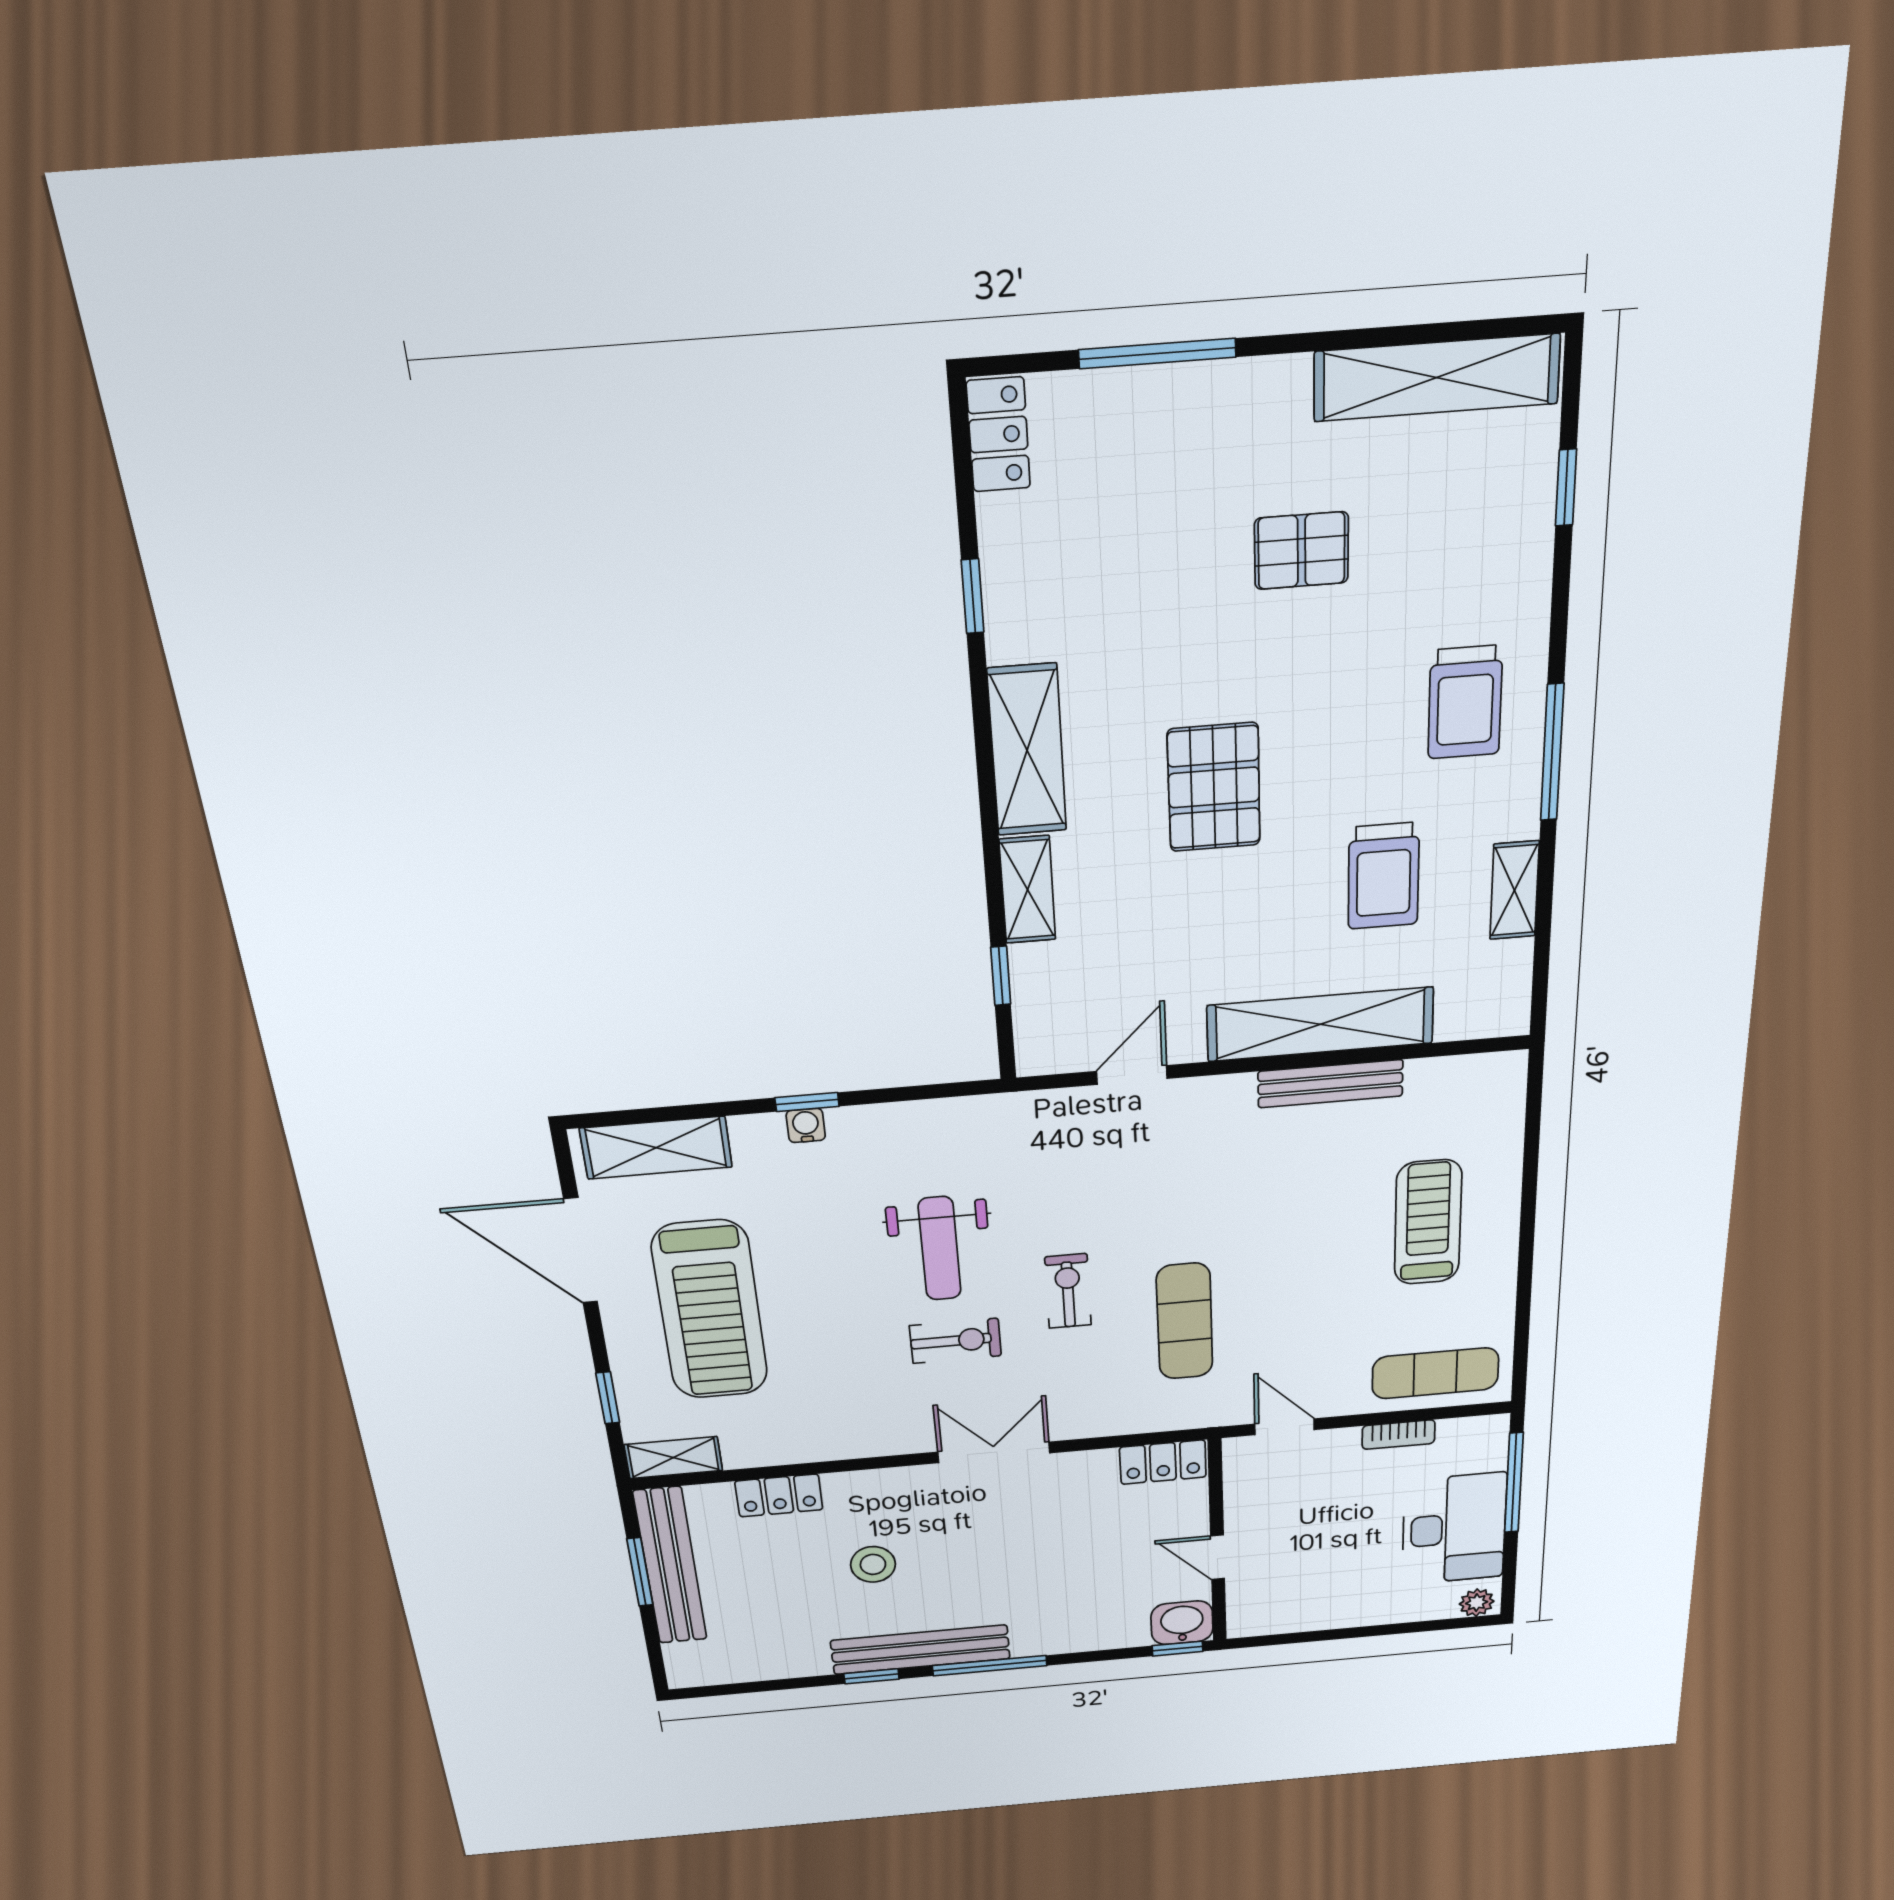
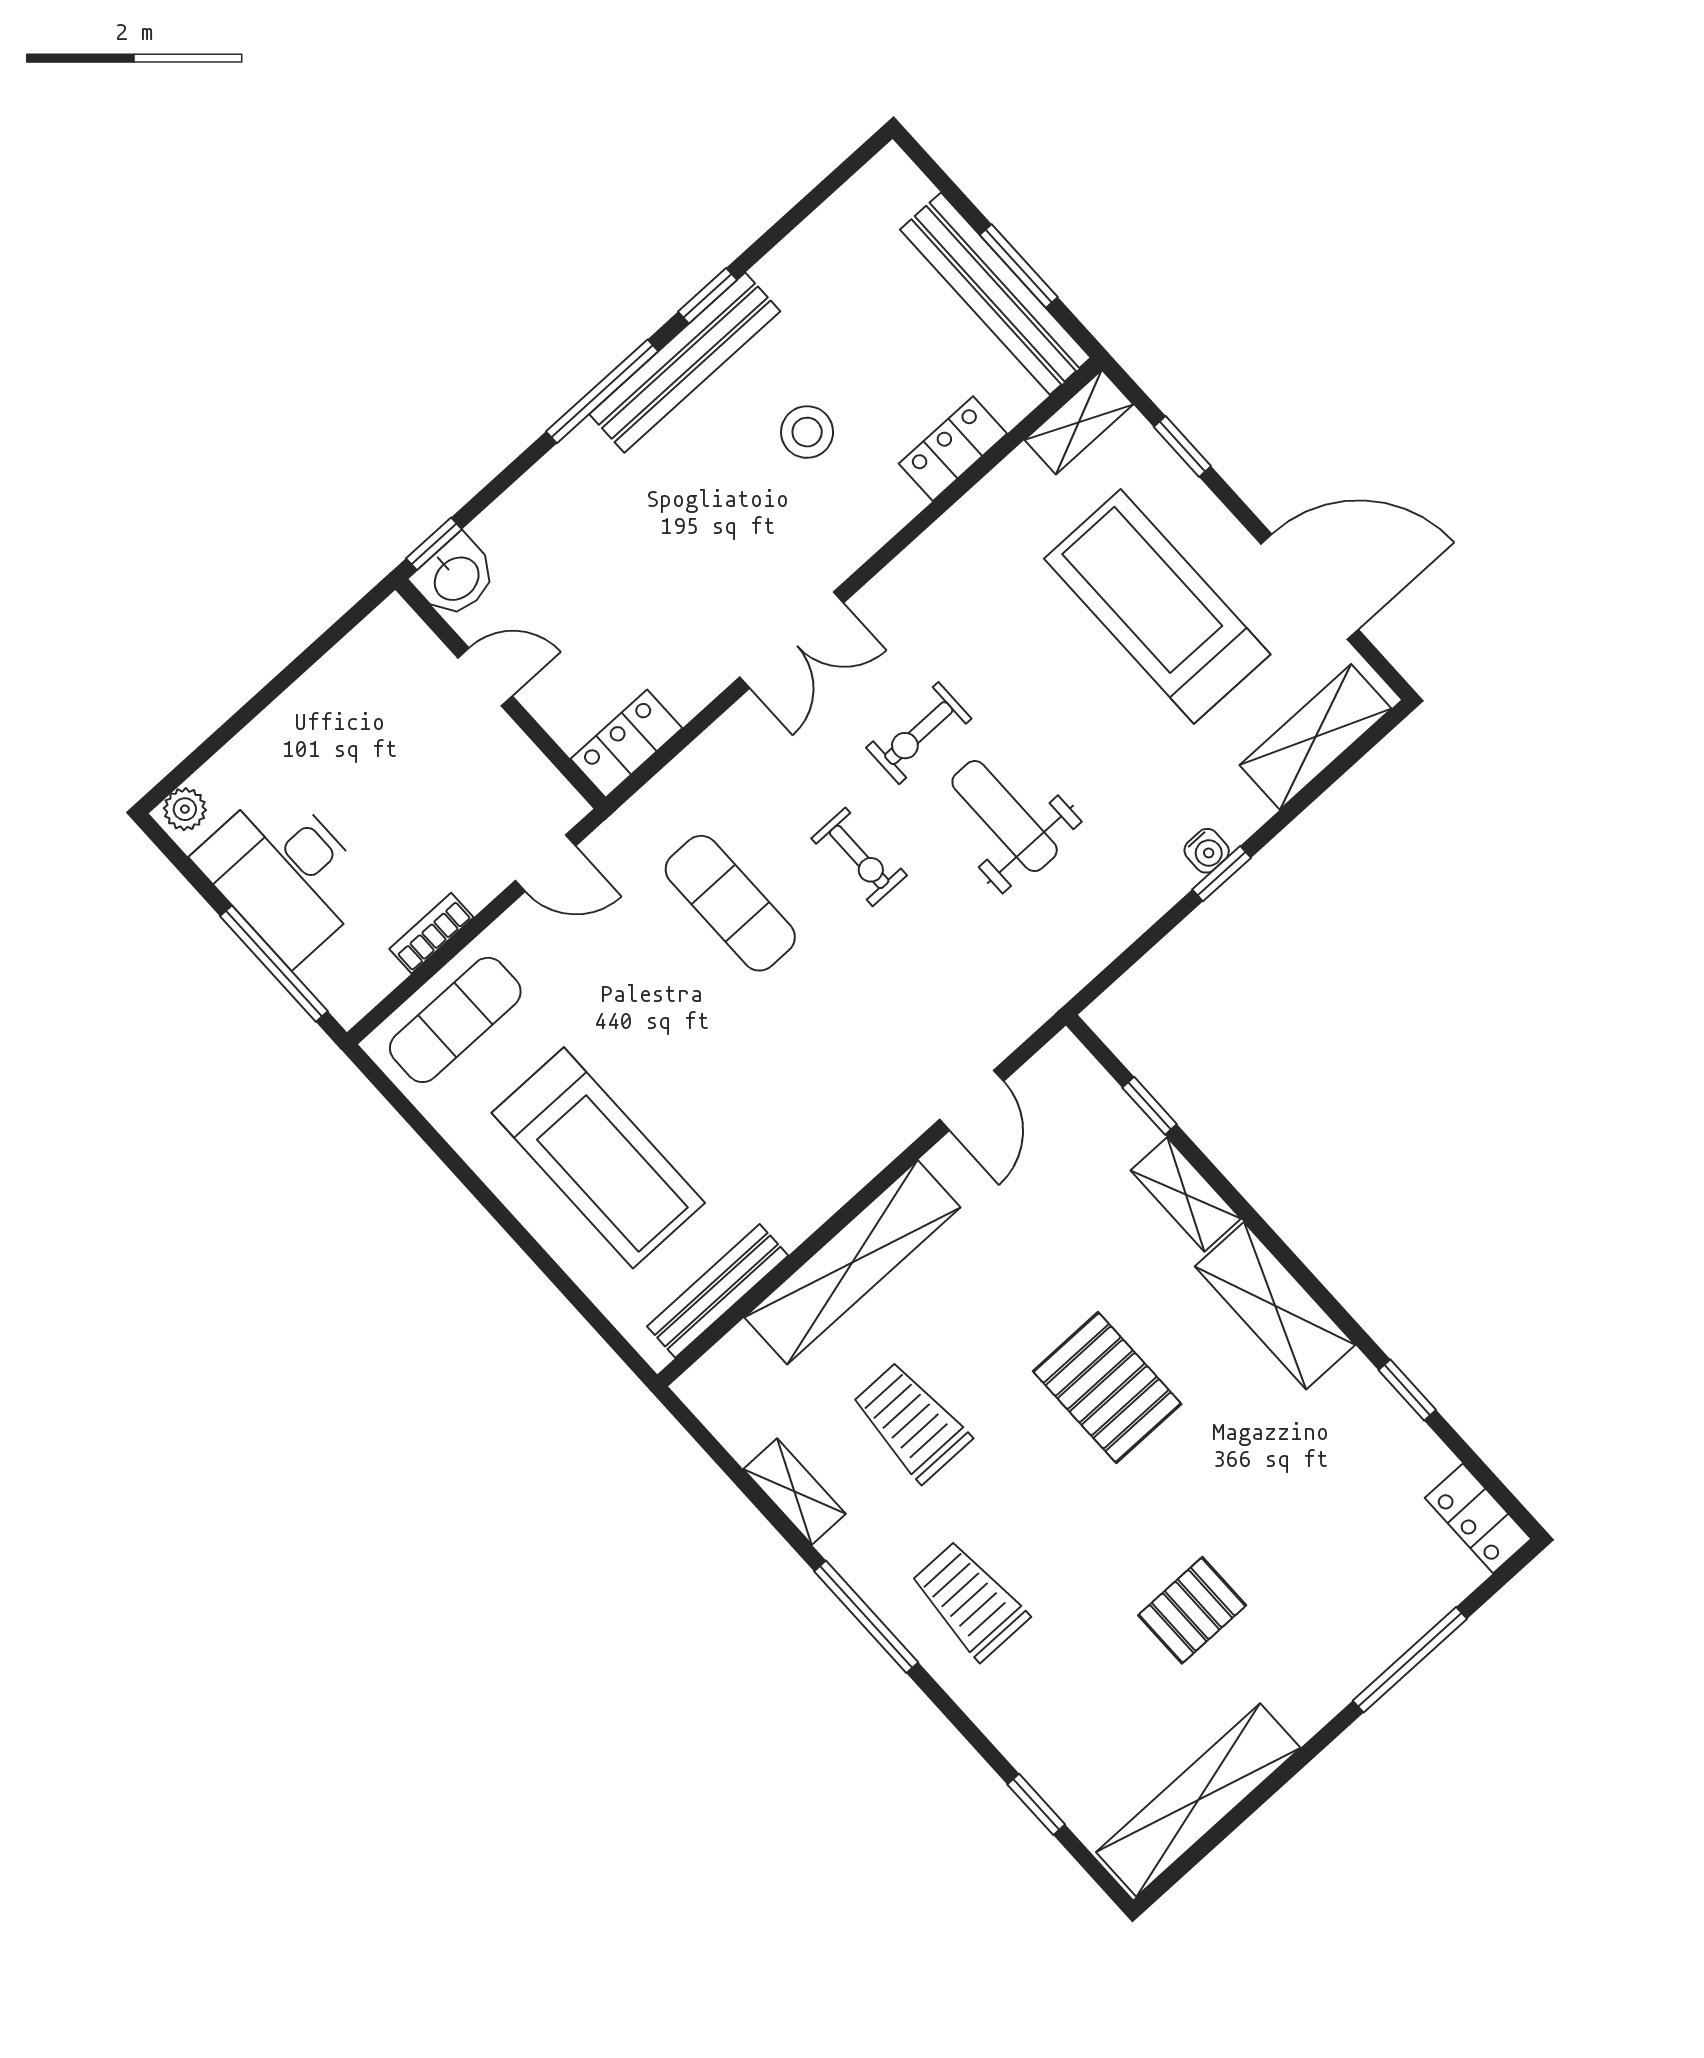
bench: (1330, 1084) -> (718, 1291), moved
treadmill: (1428, 1222) -> (598, 1158), width x1.37, depth x1.38

